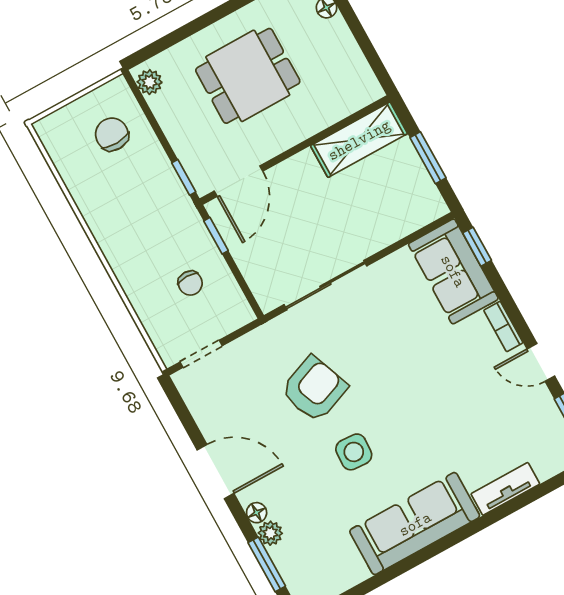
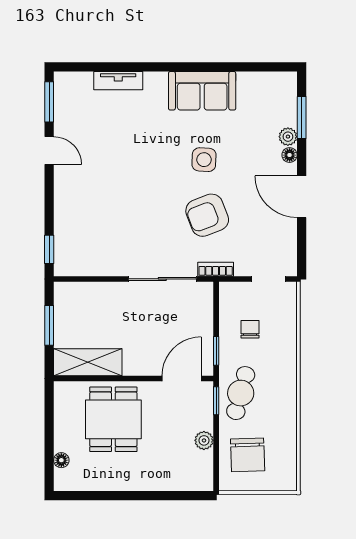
dining table: (248, 76) -> (113, 419), moved, turned 90
plant: (150, 82) -> (204, 440), moved
chair: (112, 134) -> (248, 455), width x1.37, depth x1.37
cafe table: (160, 202) -> (241, 393), added
sofa: (453, 271) -> (74, 242), removed
bookcase: (503, 327) -> (216, 269), moved, turned -90
sofa: (415, 524) -> (202, 91), width x0.73

